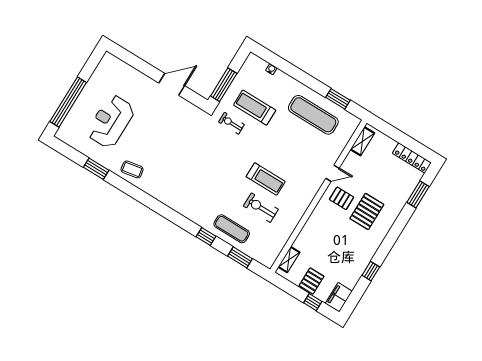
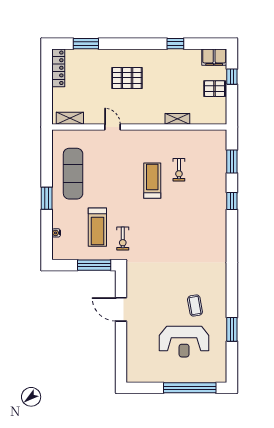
window: (338, 99) -> (47, 198), moved
coffee table: (132, 169) -> (195, 306), moved
pallet: (342, 198) -> (129, 106), removed
exercise bike: (261, 208) -> (179, 170), width x0.73, depth x0.72
exercise mat: (232, 229) -> (212, 183), removed
shelving: (289, 260) -> (177, 119), moved

